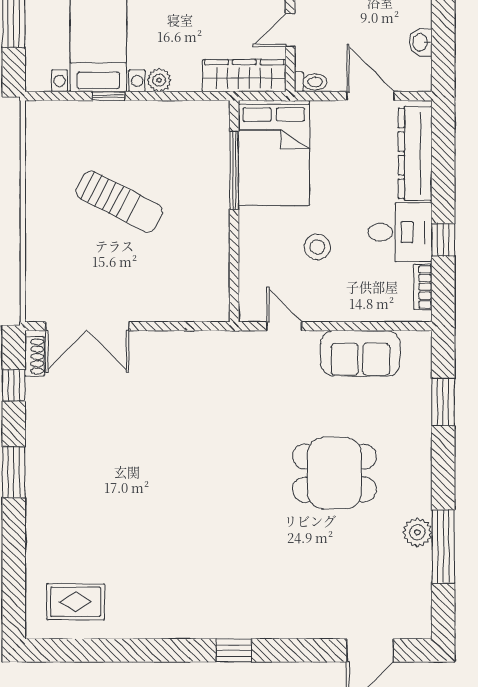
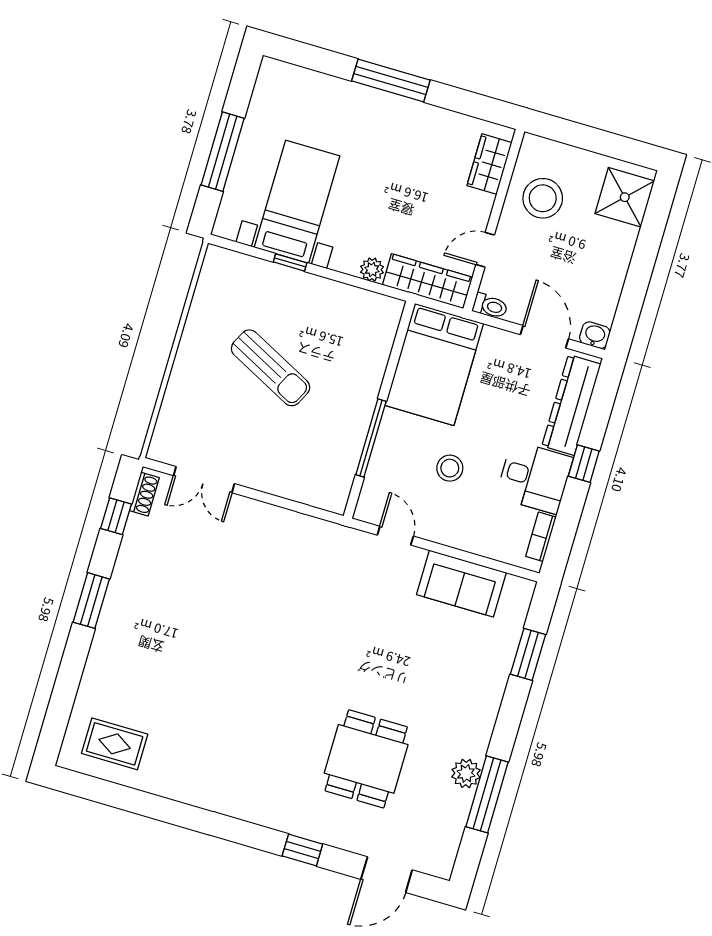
washbasin: (421, 42) -> (595, 335), moved, turned 90
plant: (159, 80) -> (372, 270), moved
window: (234, 170) -> (371, 438), moved
window: (443, 240) -> (584, 464), moved
double door: (87, 326) -> (204, 480), width x0.73
dining table: (334, 473) -> (366, 759), moved, turned 90
window: (234, 650) -> (302, 850), moved

